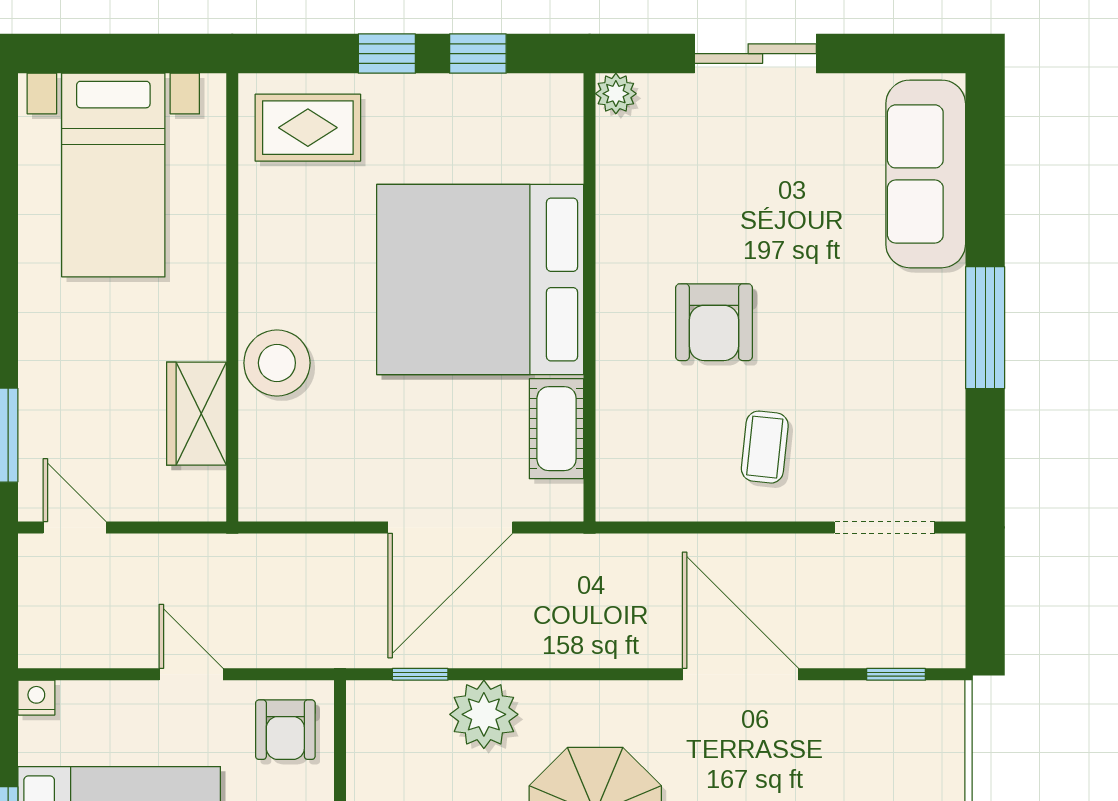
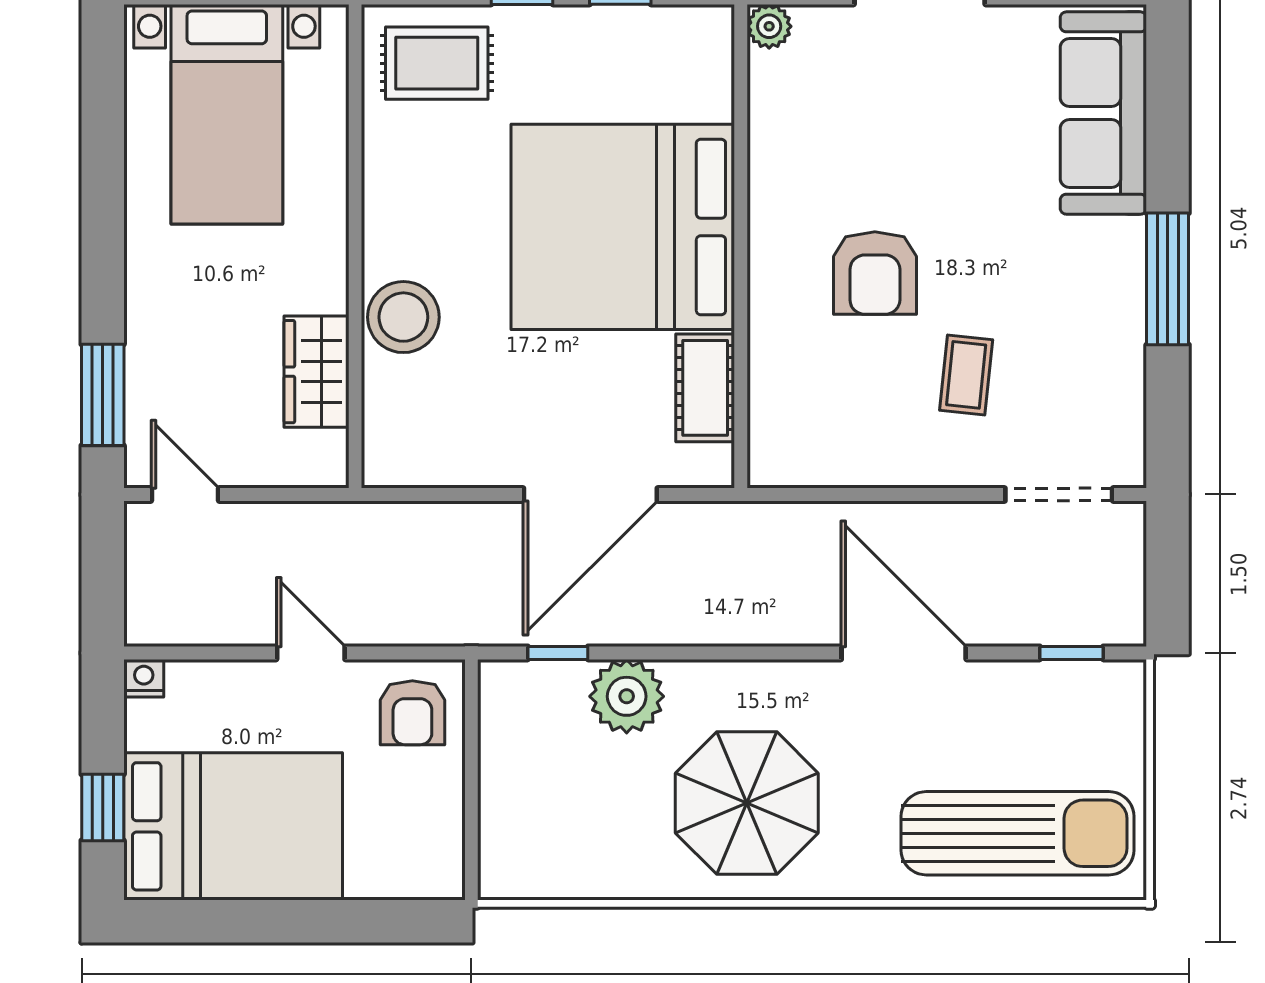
coffee table: (765, 447) -> (966, 375), moved

